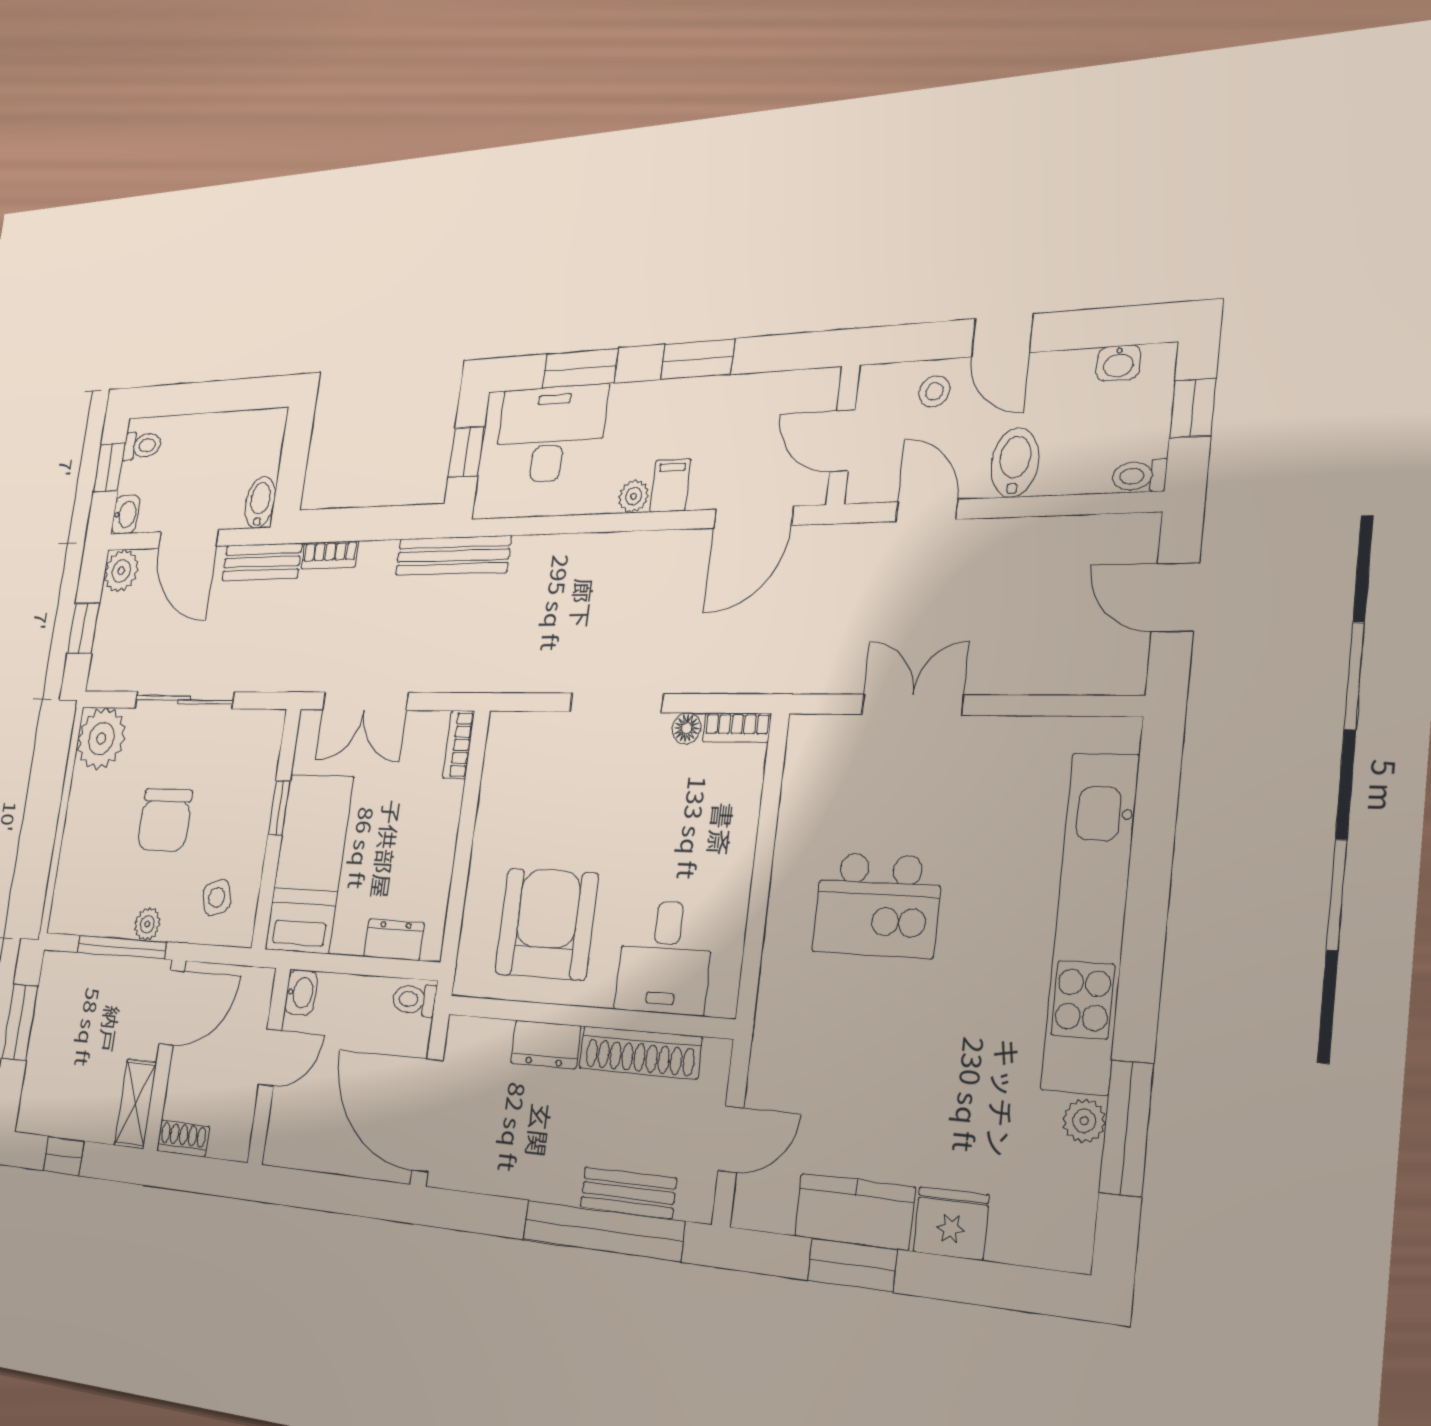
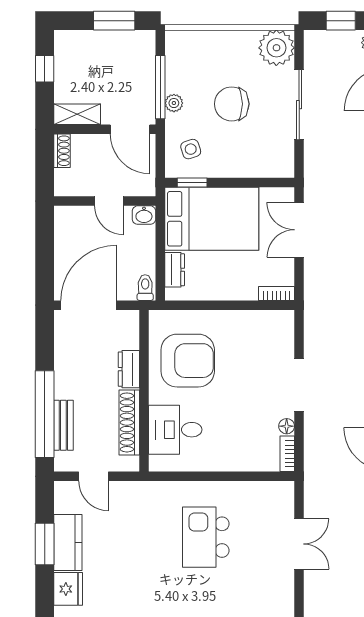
window: (279, 808) -> (192, 183), moved
bed: (309, 863) -> (212, 219), width x1.50

